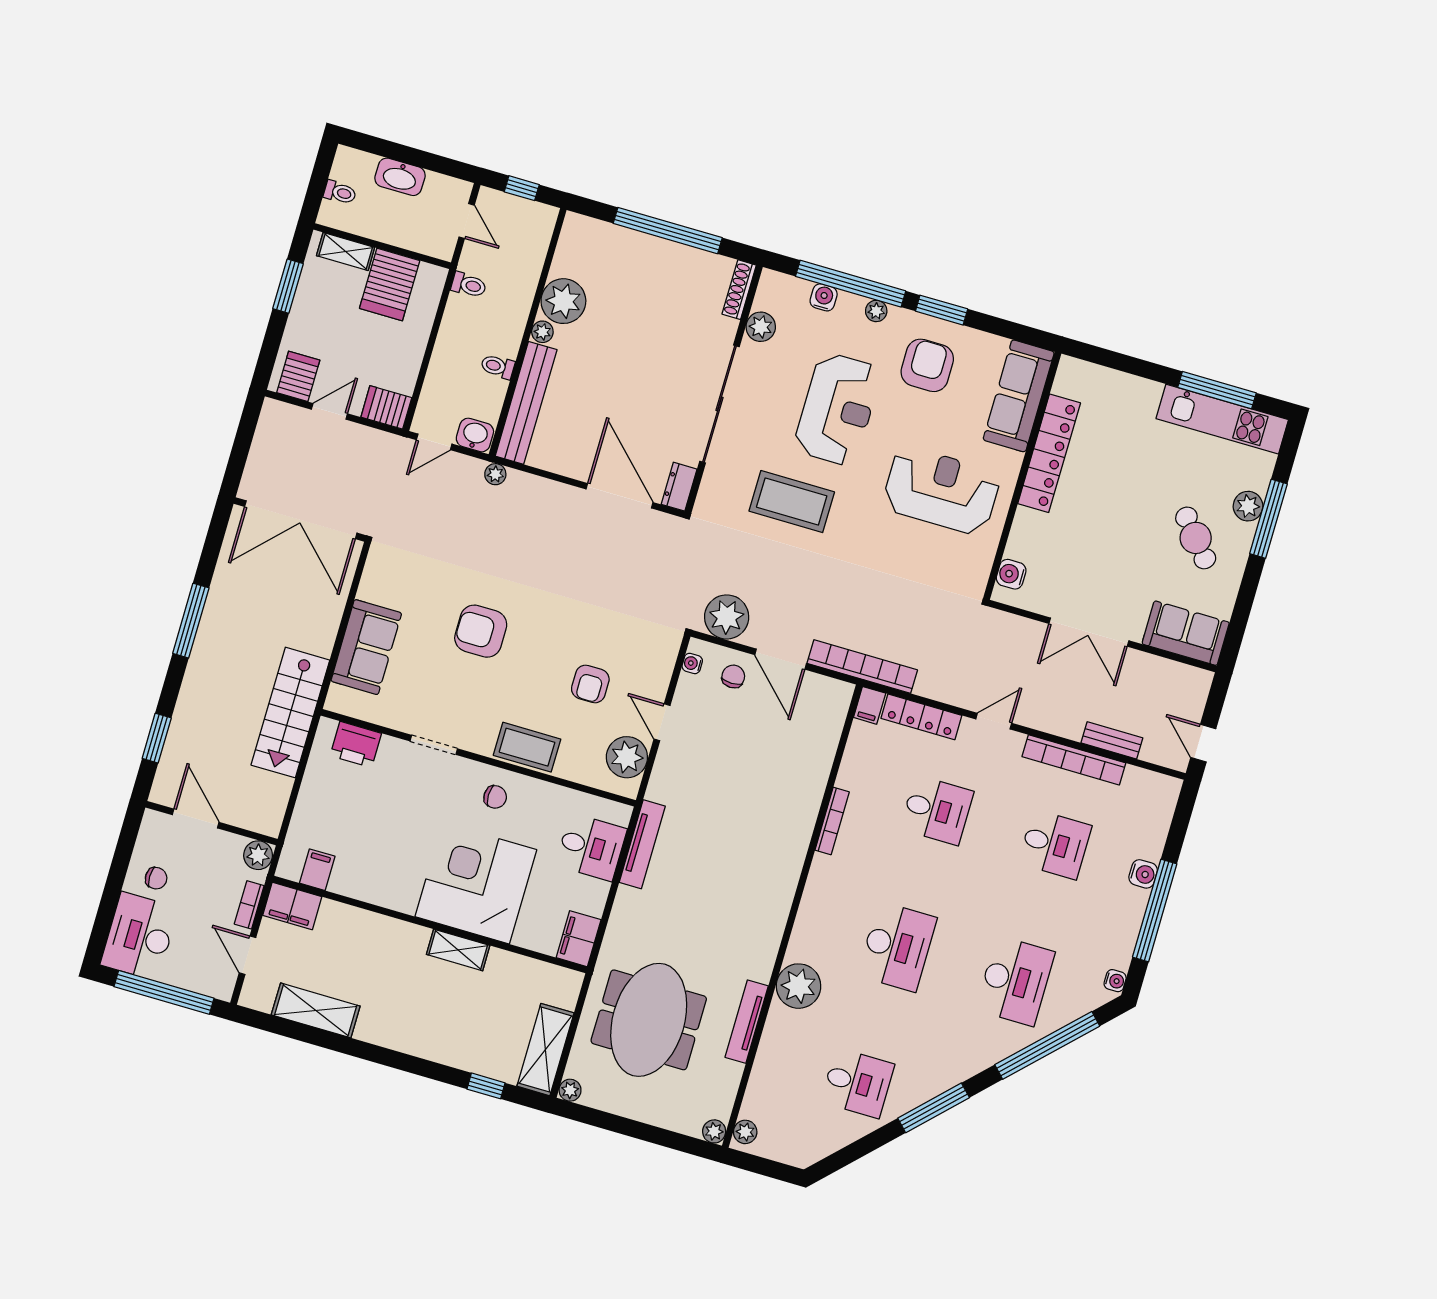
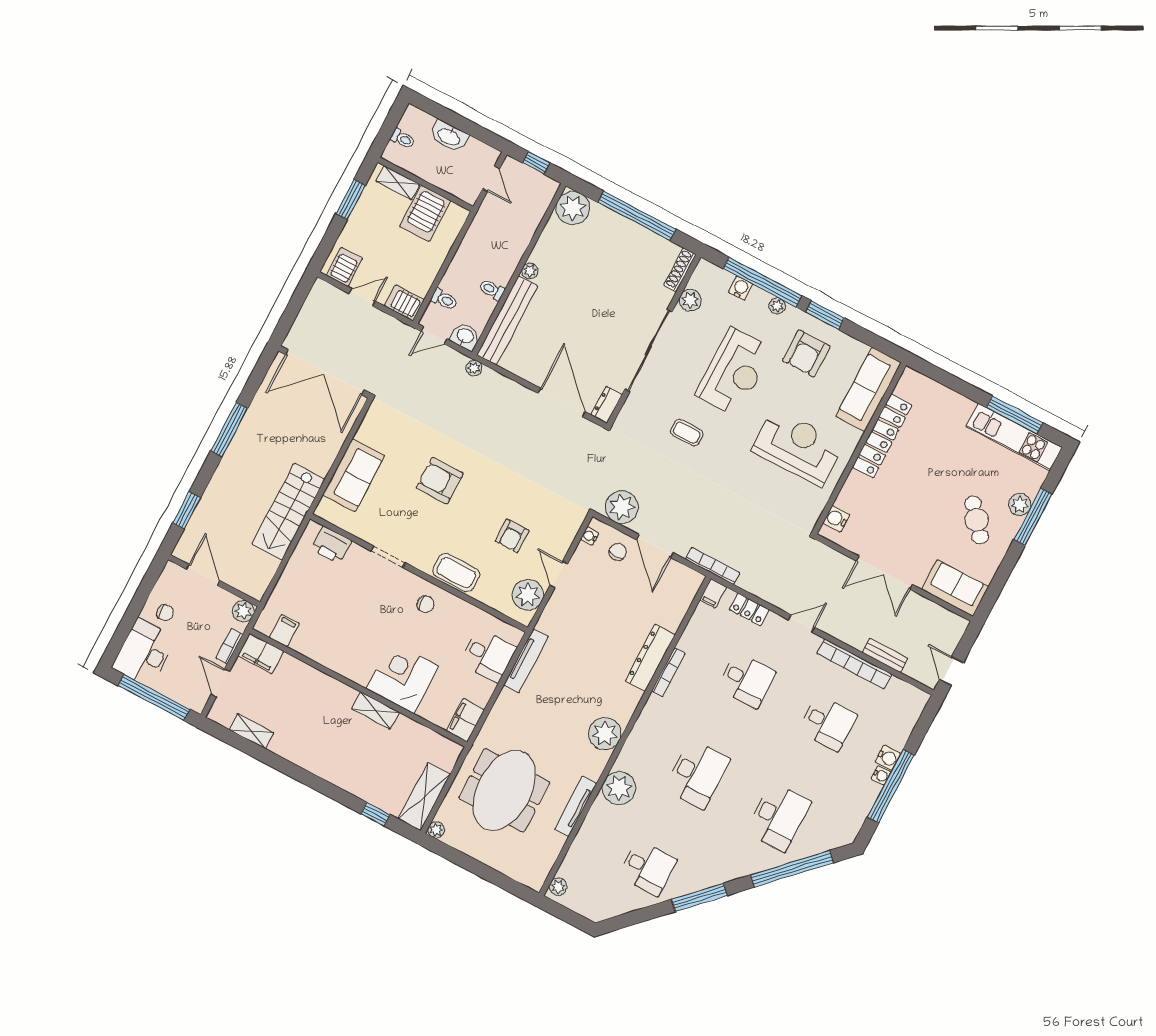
toilet: (469, 285) -> (444, 299), moved
plant: (563, 301) -> (573, 208), moved
armchair: (927, 365) -> (806, 353), turned 180
coffee table: (792, 502) -> (687, 433), width x0.54, depth x0.58
bookcase: (862, 667) -> (712, 566), width x0.68, depth x0.76
locker: (921, 717) -> (749, 610), width x0.66
dresser: (805, 807) -> (650, 658), added
corner desk: (476, 883) -> (402, 677), width x0.74, depth x0.74
water cooler: (1115, 981) -> (881, 775), moved
shelving: (316, 1010) -> (252, 731), width x0.67, depth x0.75
plant: (714, 1131) -> (605, 734), moved, width x1.88, depth x1.88

